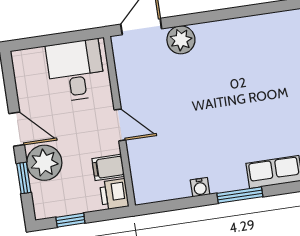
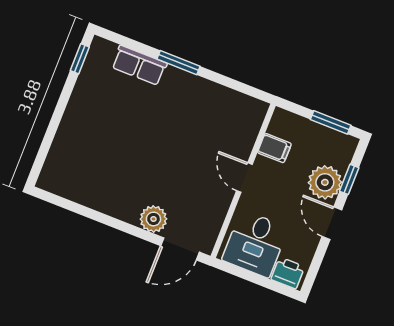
water cooler: (200, 187) -> (208, 88), removed
printer: (114, 194) -> (288, 273), moved, turned -90
window: (70, 220) -> (331, 122), width x1.50

